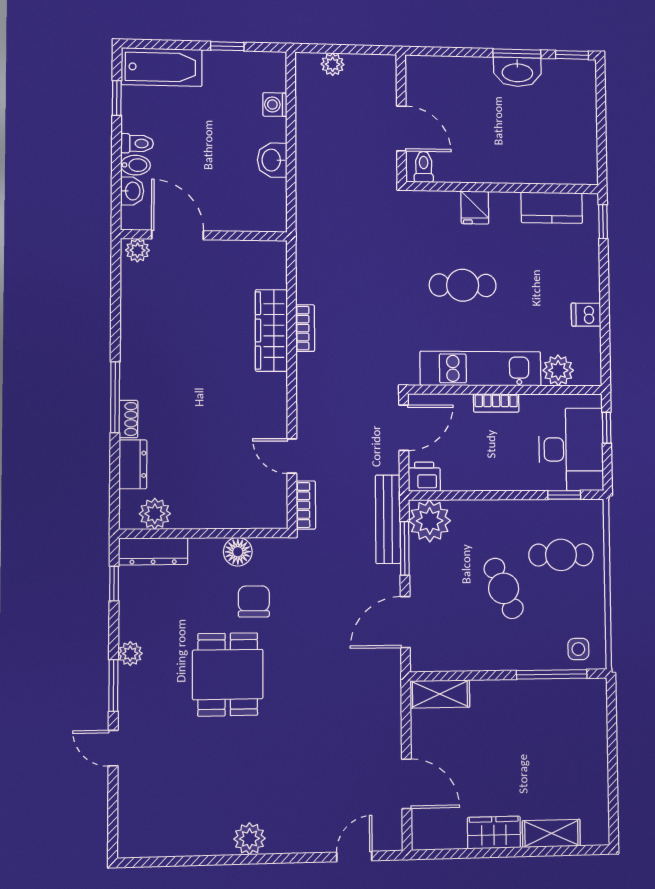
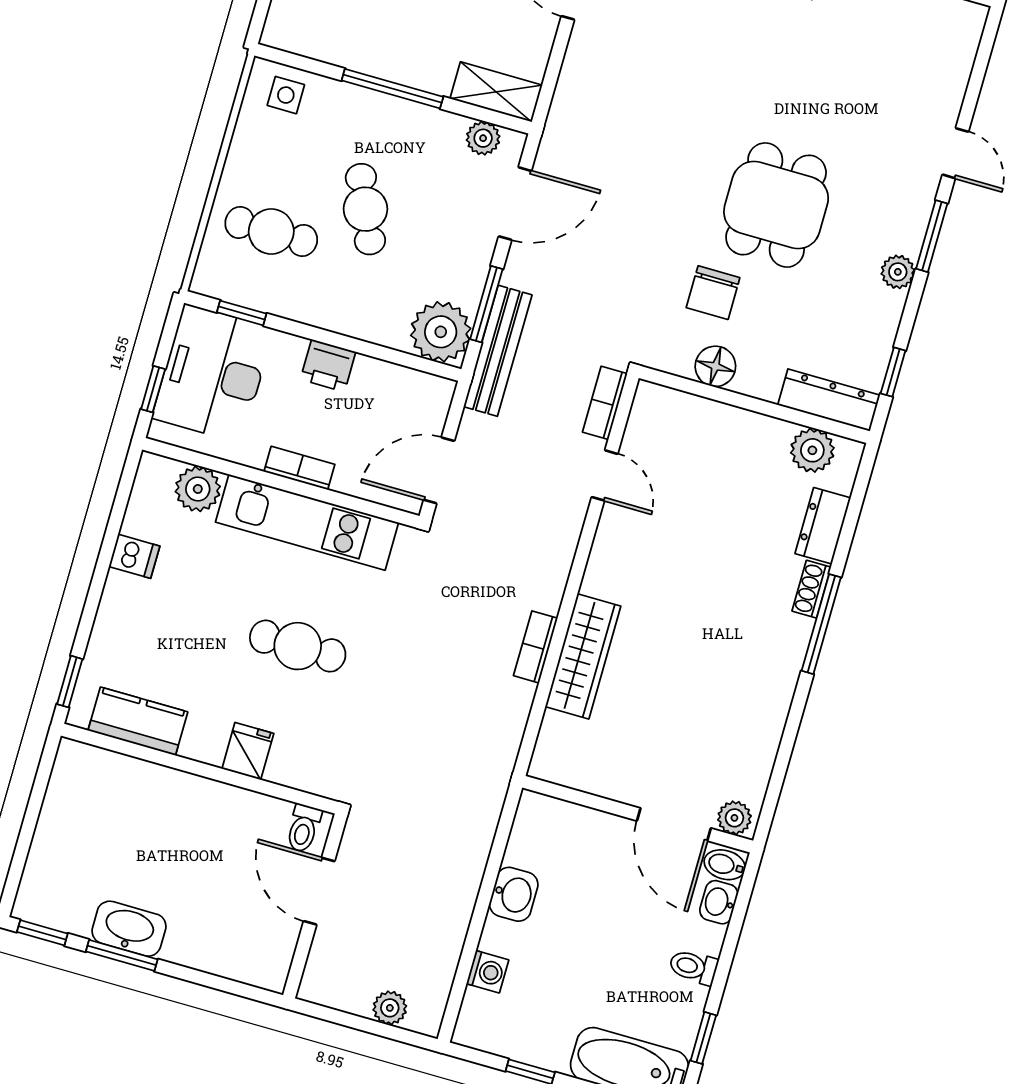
bidet: (135, 165) -> (725, 865), moved
printer: (424, 477) -> (328, 366), moved
plant: (440, 660) -> (483, 138), added
window: (552, 674) -> (392, 89), moved

